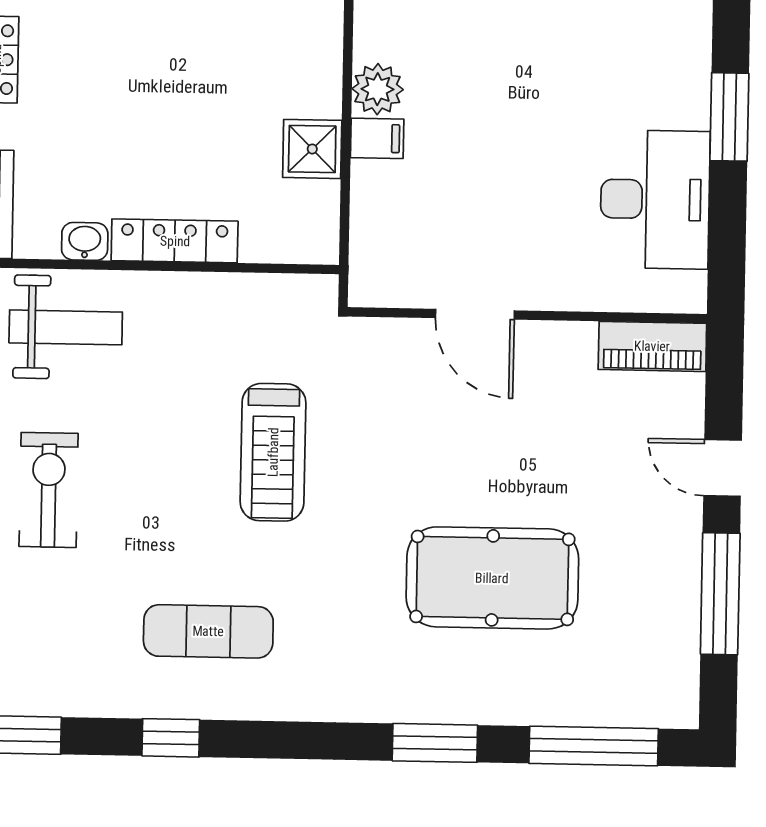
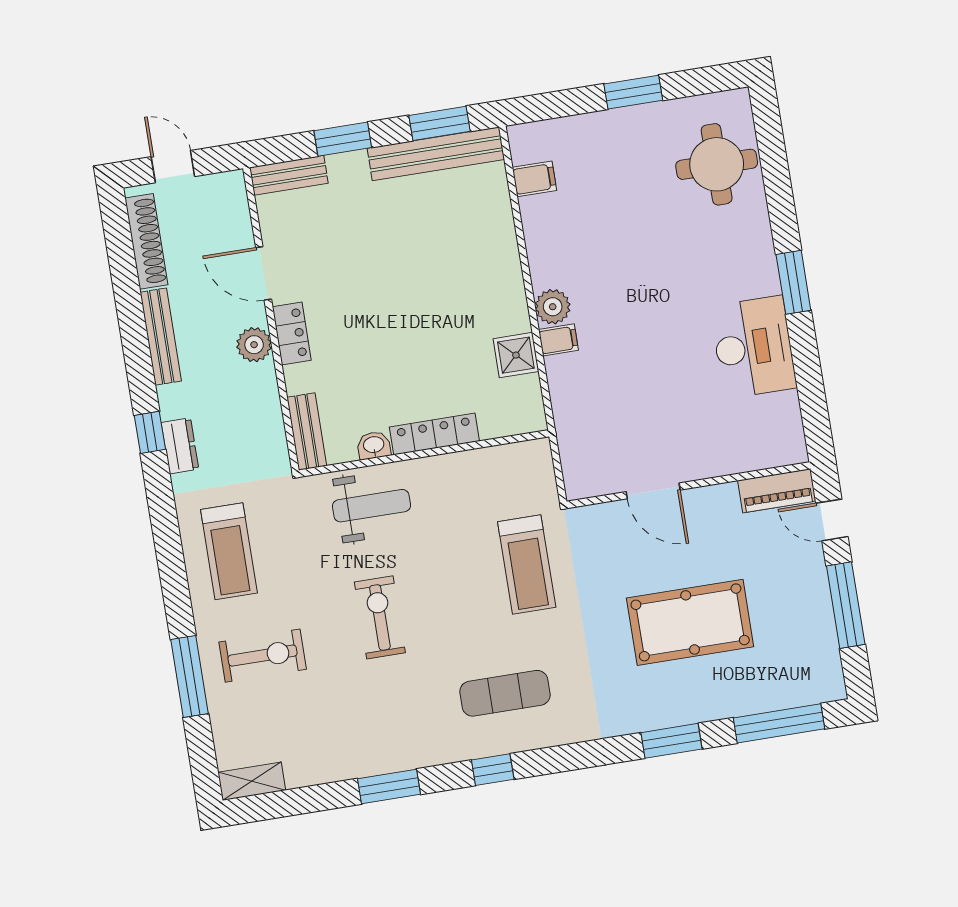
door: (475, 314) -> (653, 491), moved
wall: (527, 315) -> (689, 485), moved
piano: (652, 346) -> (777, 491), moved

